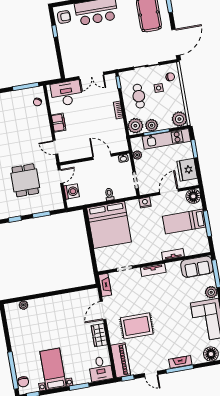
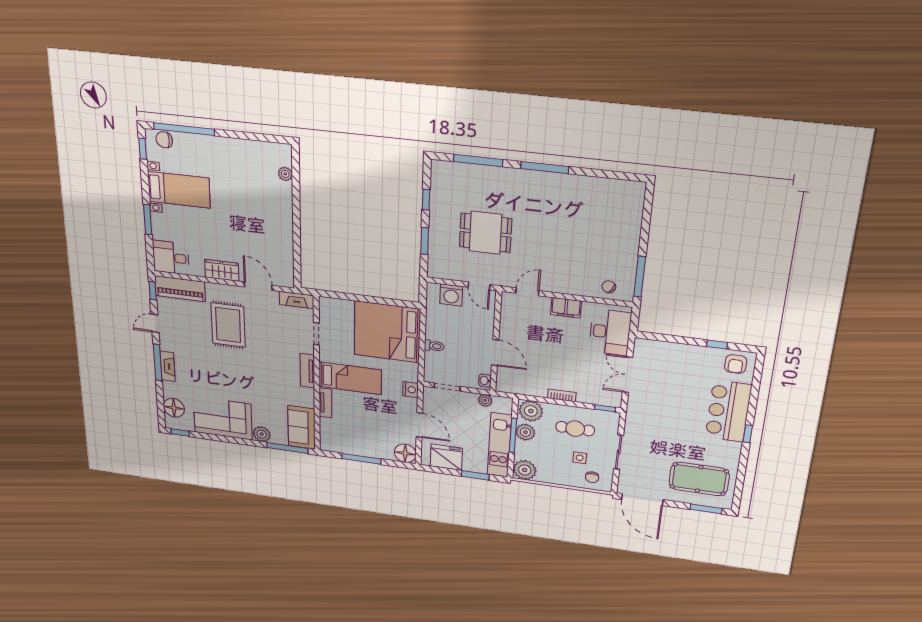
door: (102, 157) -> (495, 353), hinge flipped
bed: (184, 222) -> (350, 378), moved, turned 90

